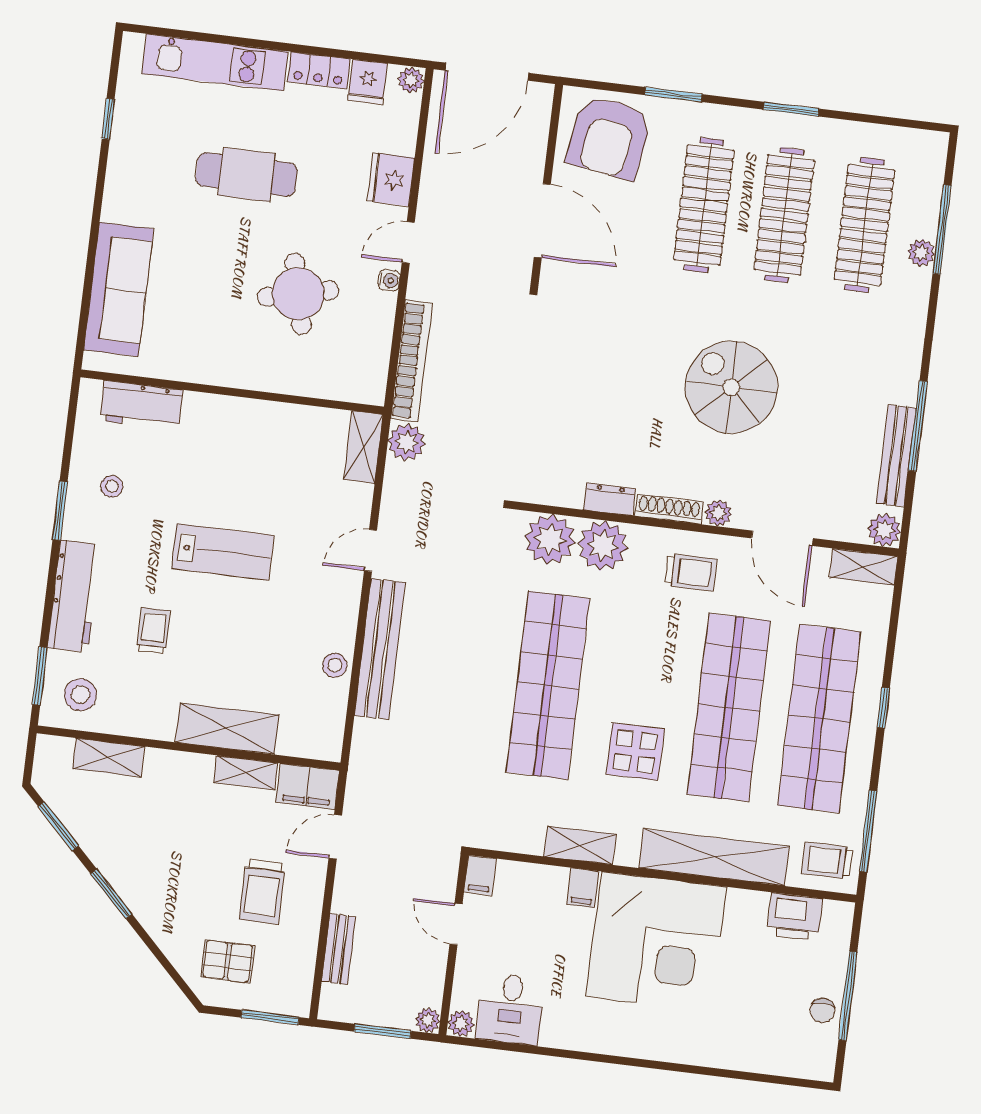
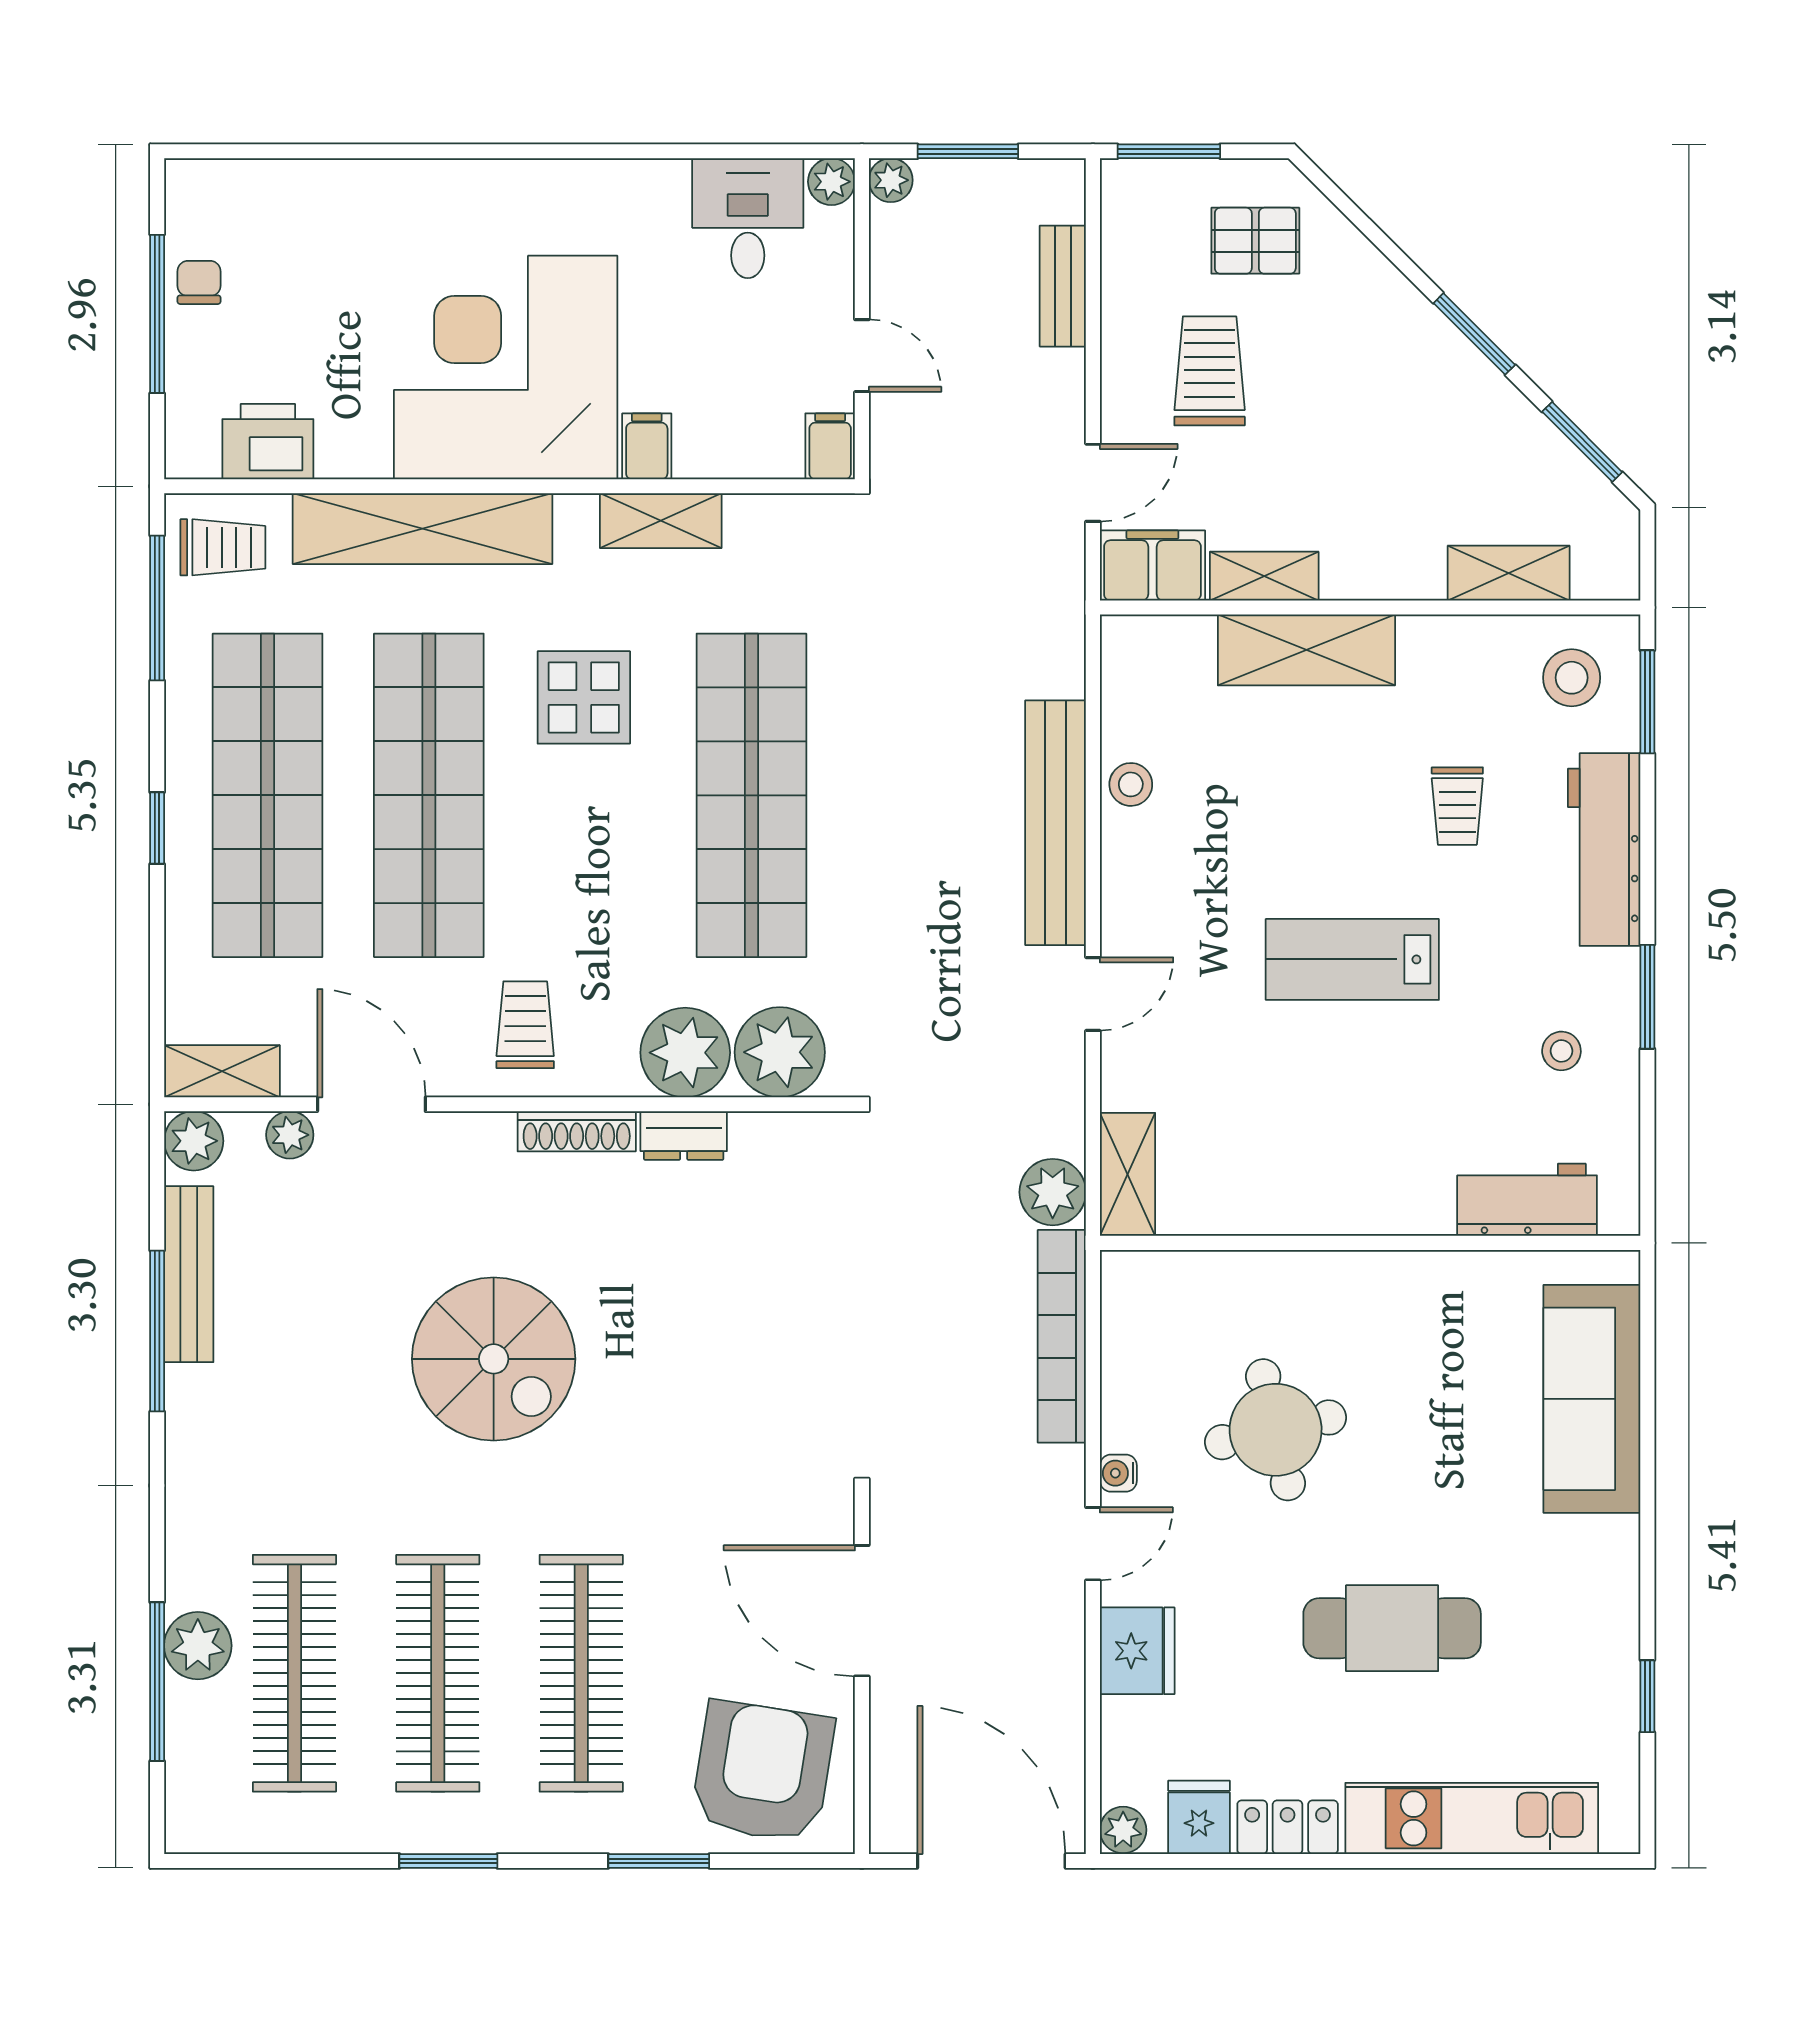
door: (487, 72) -> (991, 1861), hinge flipped
plant: (921, 253) -> (198, 1646), width x1.38, depth x1.38
plant: (718, 513) -> (290, 1135), moved
trolley: (691, 572) -> (525, 1025), turned 90

